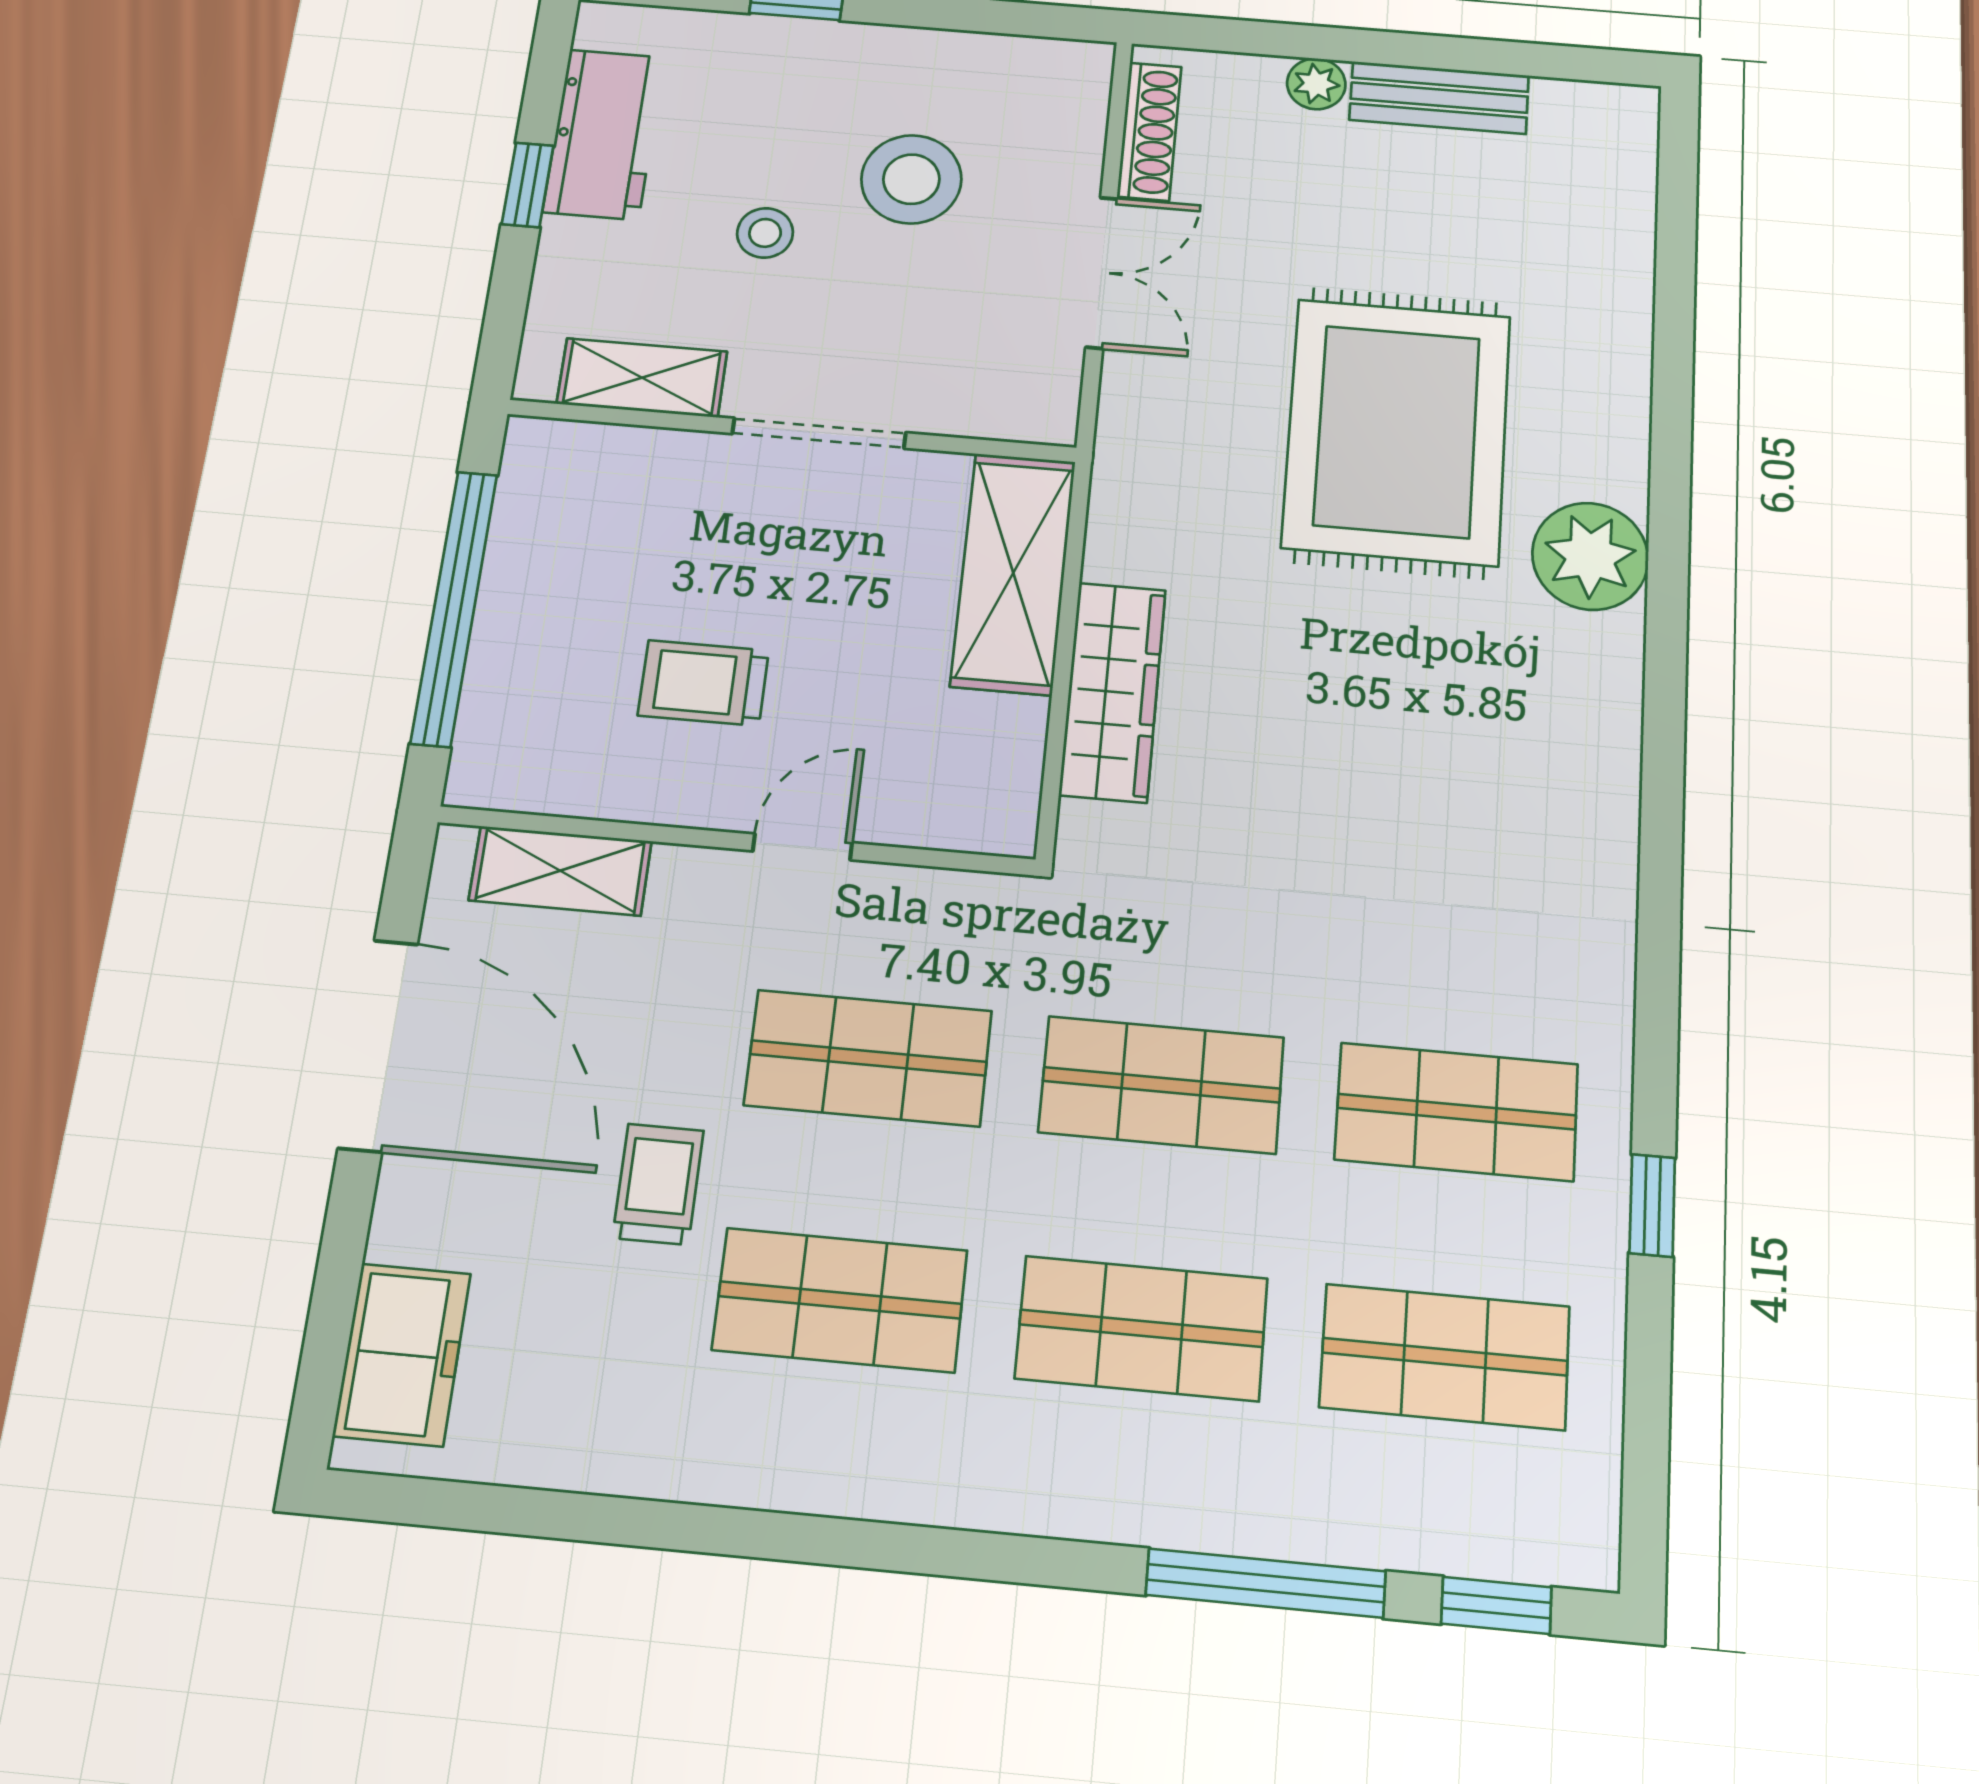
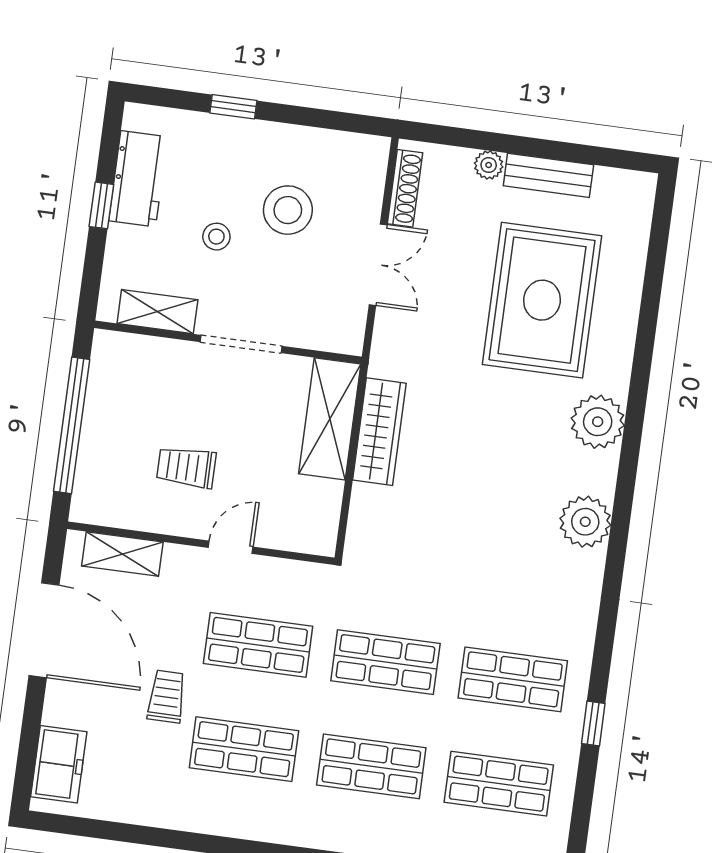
rug: (1397, 431) -> (542, 300), moved
wardrobe: (1113, 692) -> (379, 432), moved
plant: (1586, 761) -> (585, 522), added

